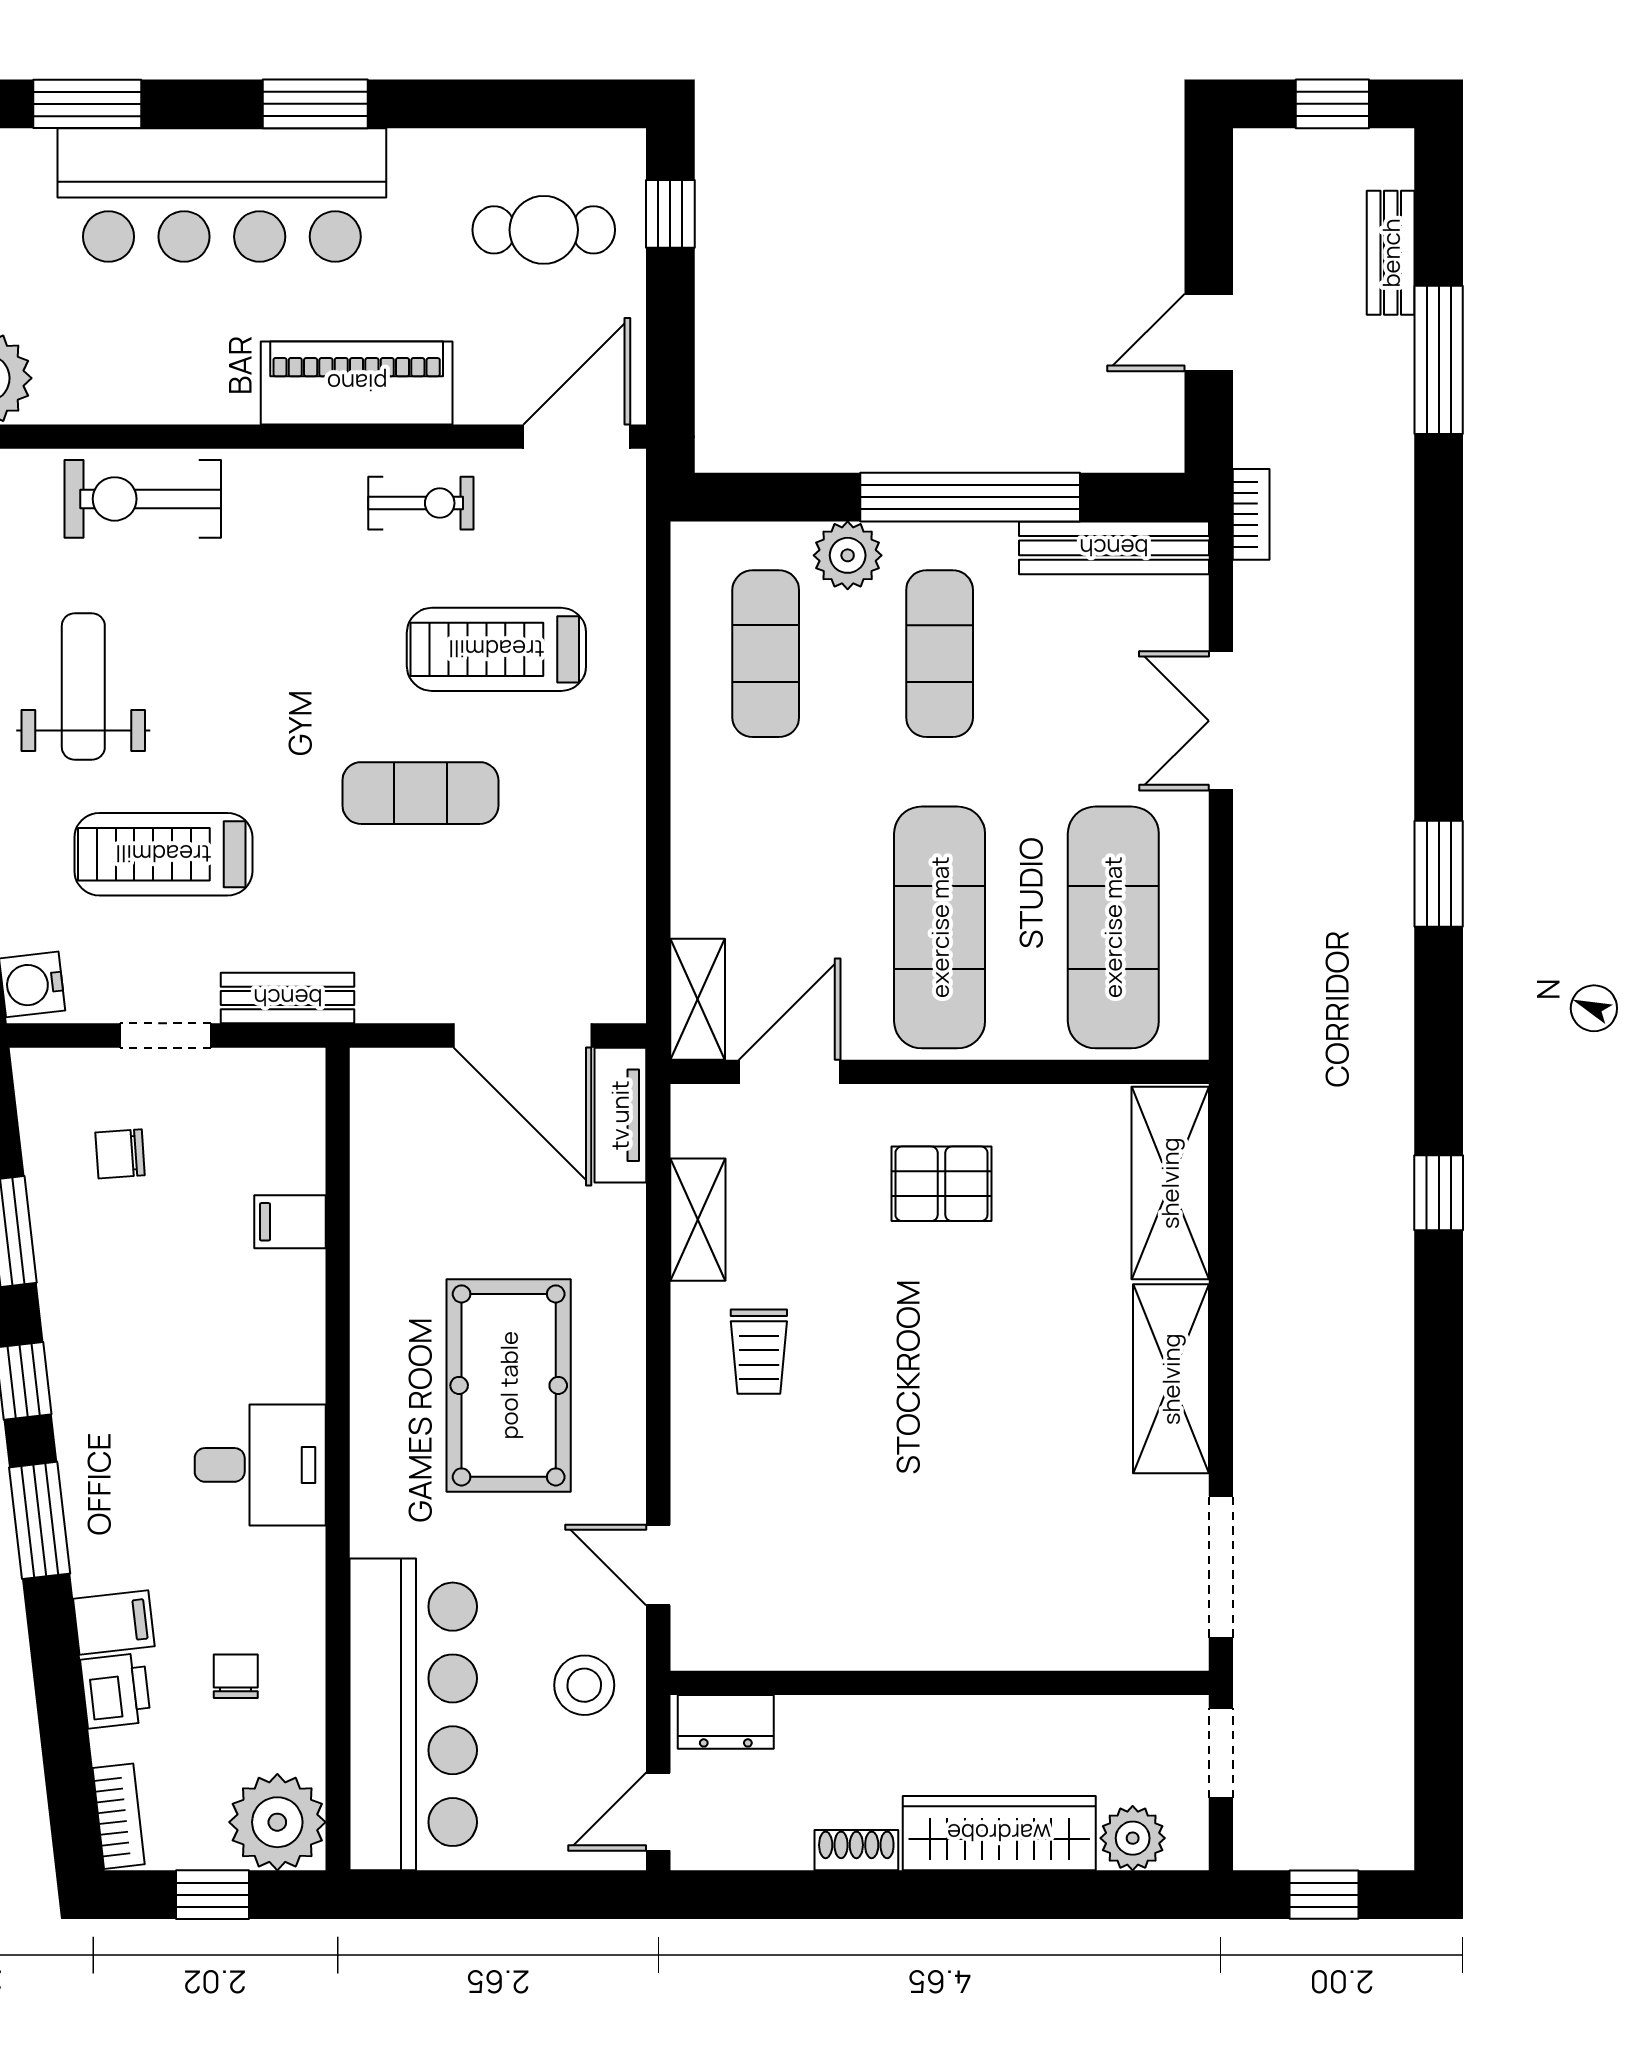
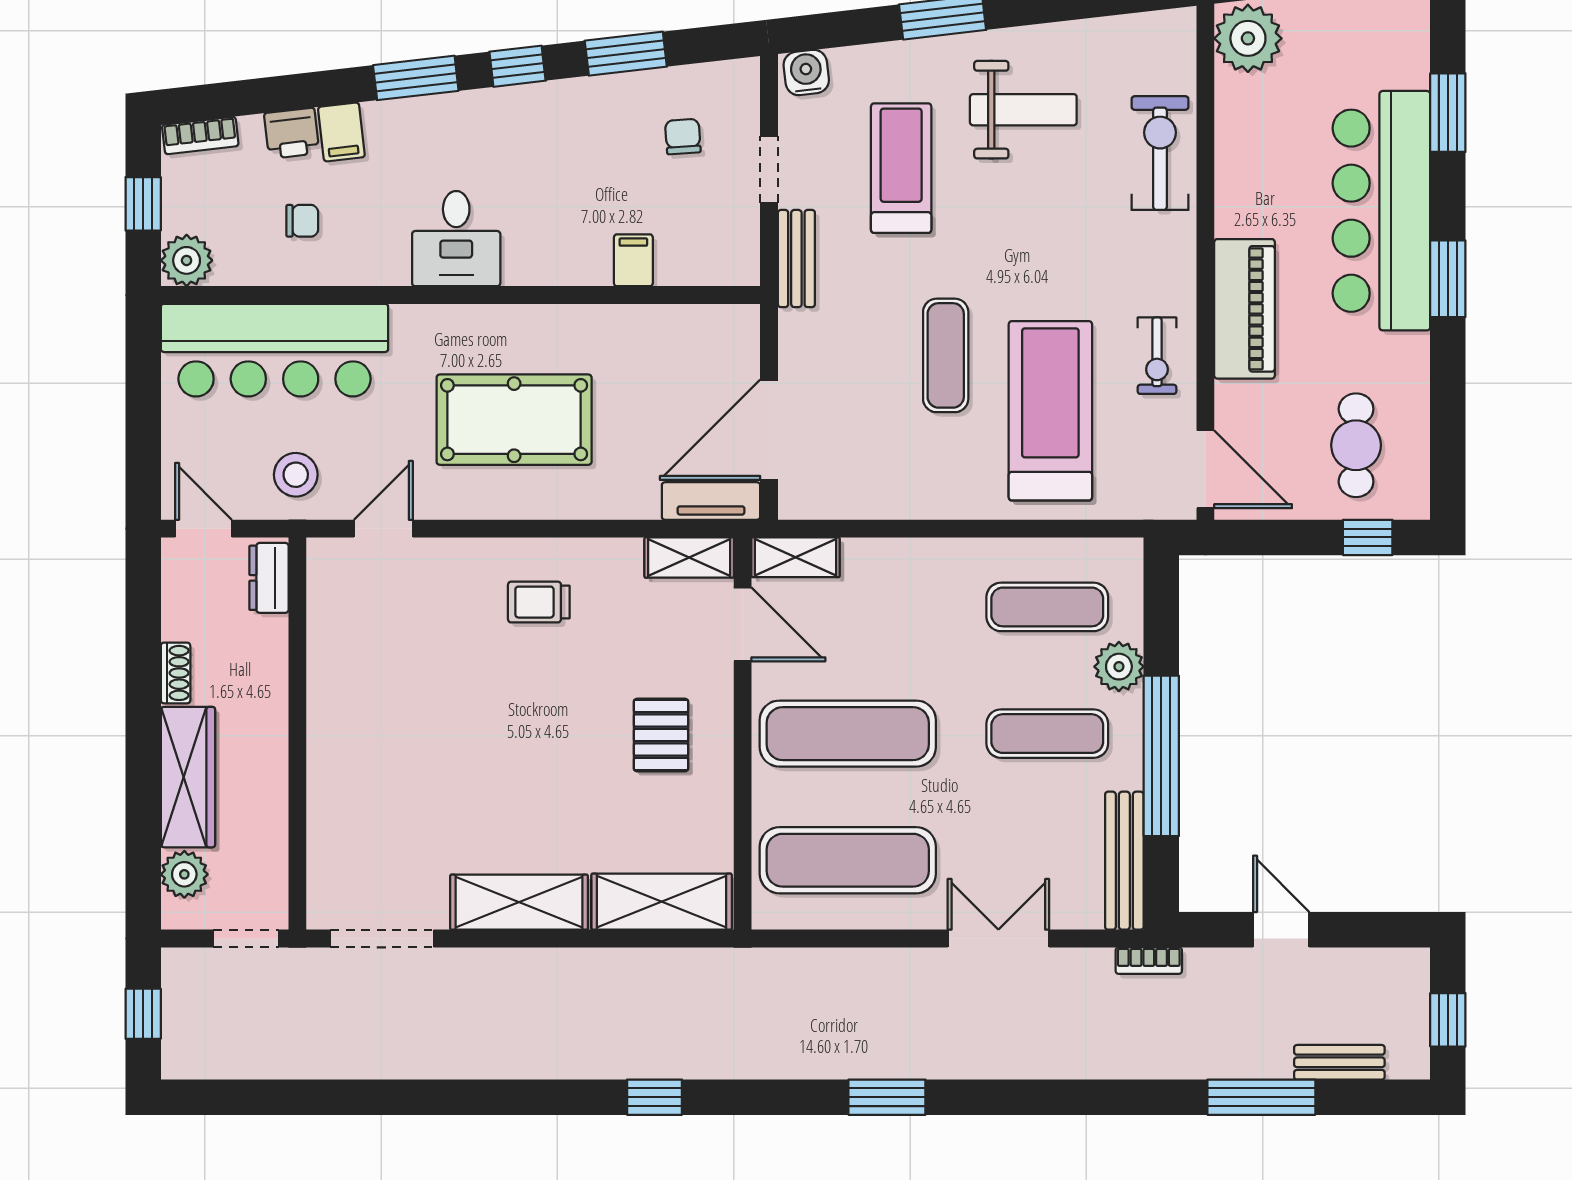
treadmill: (496, 649) -> (1050, 411), width x1.37, depth x1.38
shelving: (698, 1220) -> (689, 558), moved
plant: (277, 1822) -> (187, 260), width x0.73, depth x0.73

